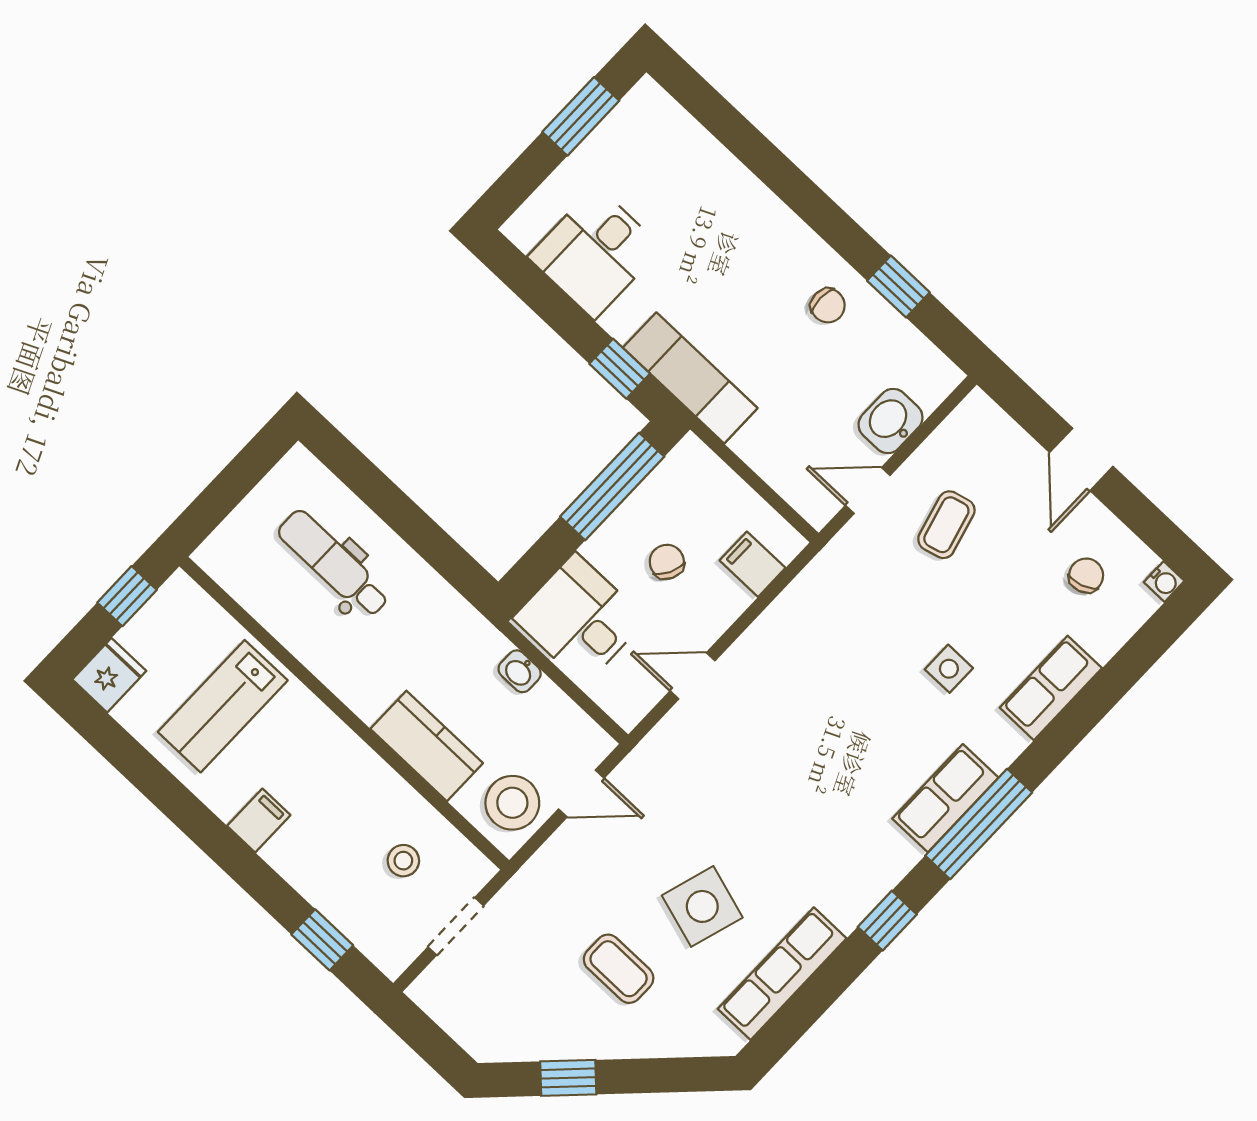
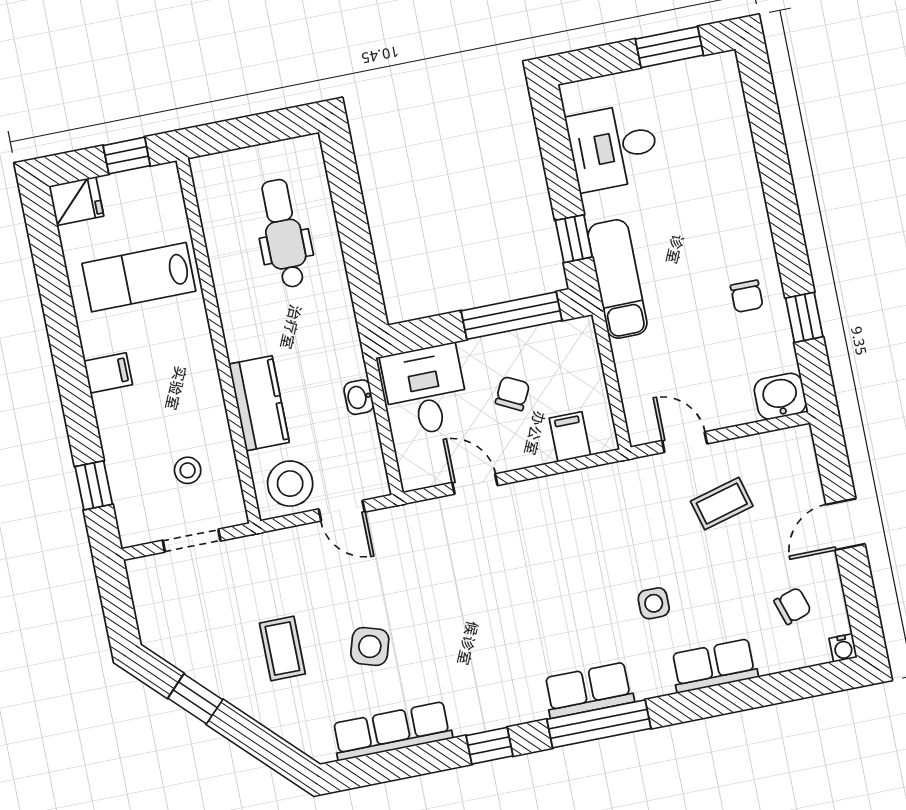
washbasin: (891, 421) -> (780, 396), moved
side table: (702, 906) -> (370, 646), width x0.73, depth x0.73

